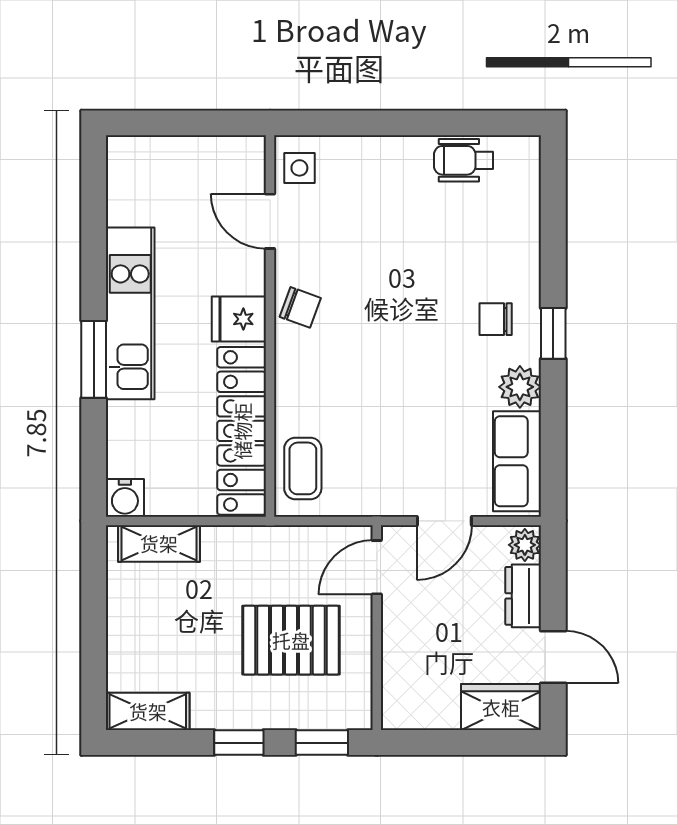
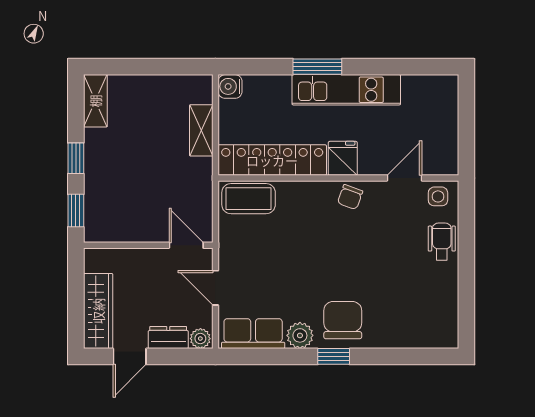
wheelchair: (464, 160) -> (442, 242), moved
chair: (496, 319) -> (343, 320), width x1.87, depth x1.87
coffee table: (303, 468) -> (249, 199), width x1.36, depth x1.30
shelving: (159, 543) -> (201, 130), moved
pallet: (291, 640) -> (140, 191), removed
wardrobe: (501, 707) -> (98, 311), width x1.50

